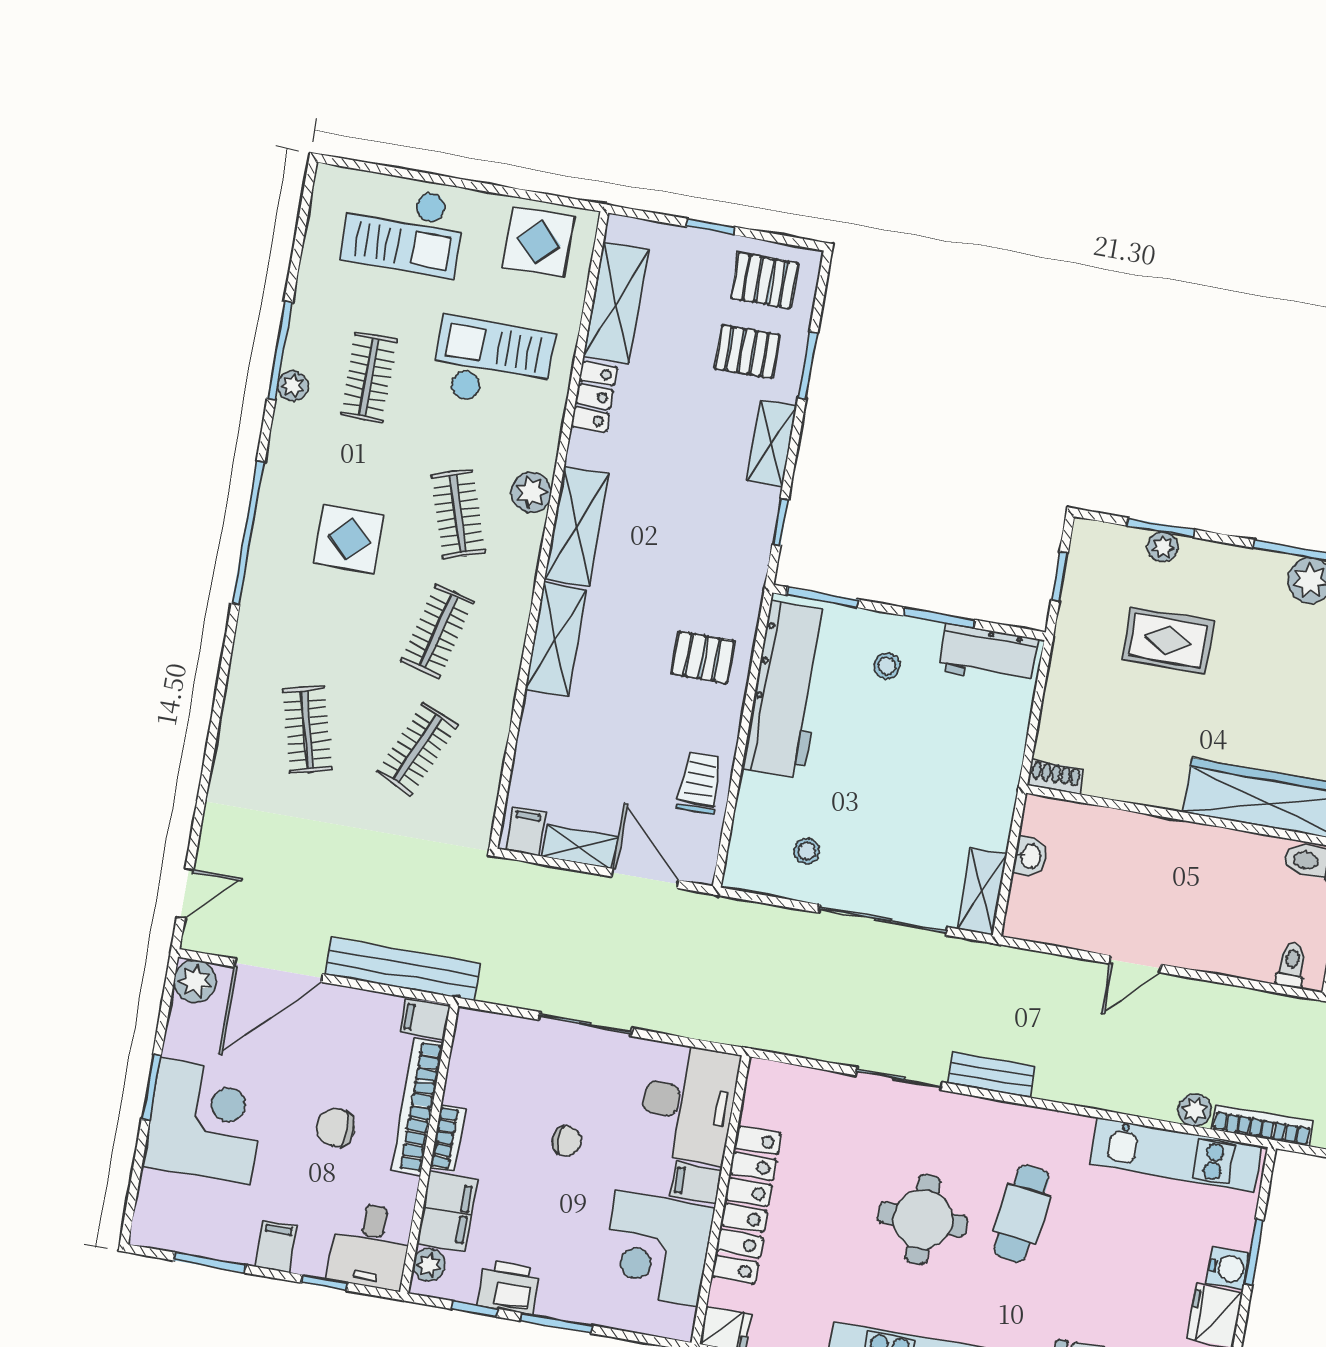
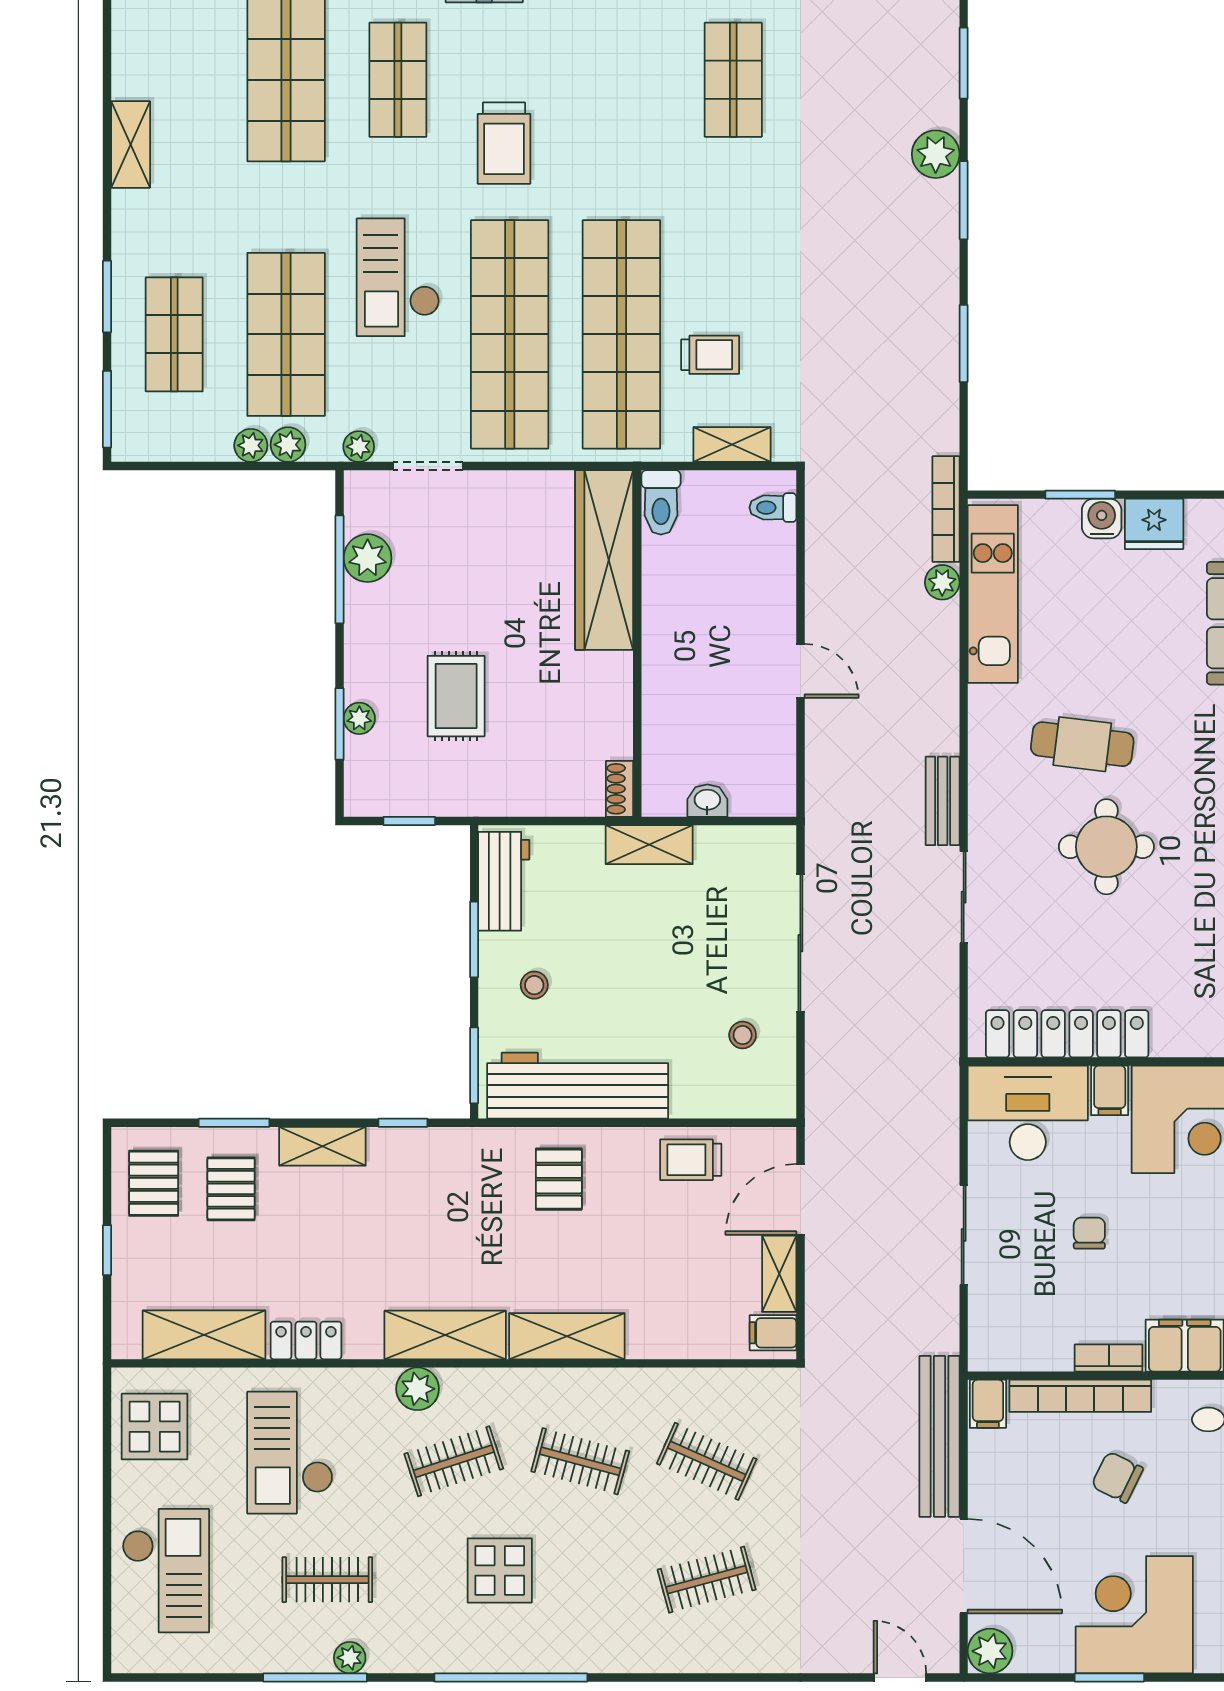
shelving: (982, 892) -> (649, 845), moved
chair: (336, 1127) -> (1117, 1477), turned 116
locker: (746, 1205) -> (1067, 1034), moved

